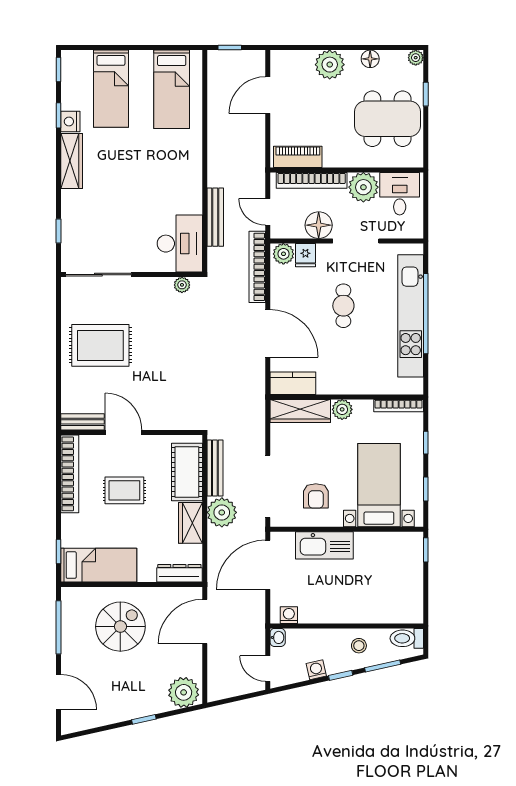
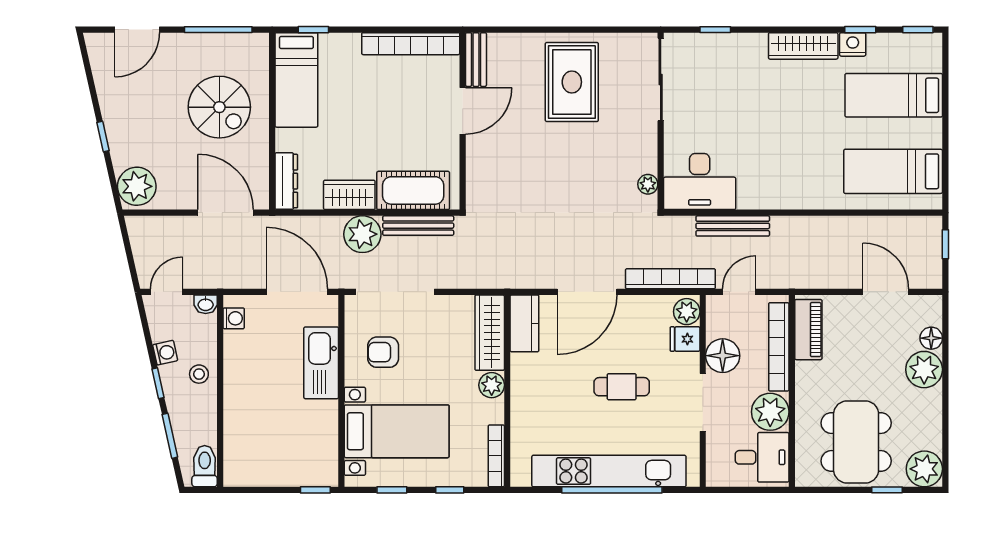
plant: (416, 58) -> (924, 469), width x1.87, depth x1.87
floor lamp: (370, 59) -> (931, 338), moved
rug: (124, 490) -> (390, 112), removed
stool: (359, 646) -> (199, 374), moved

